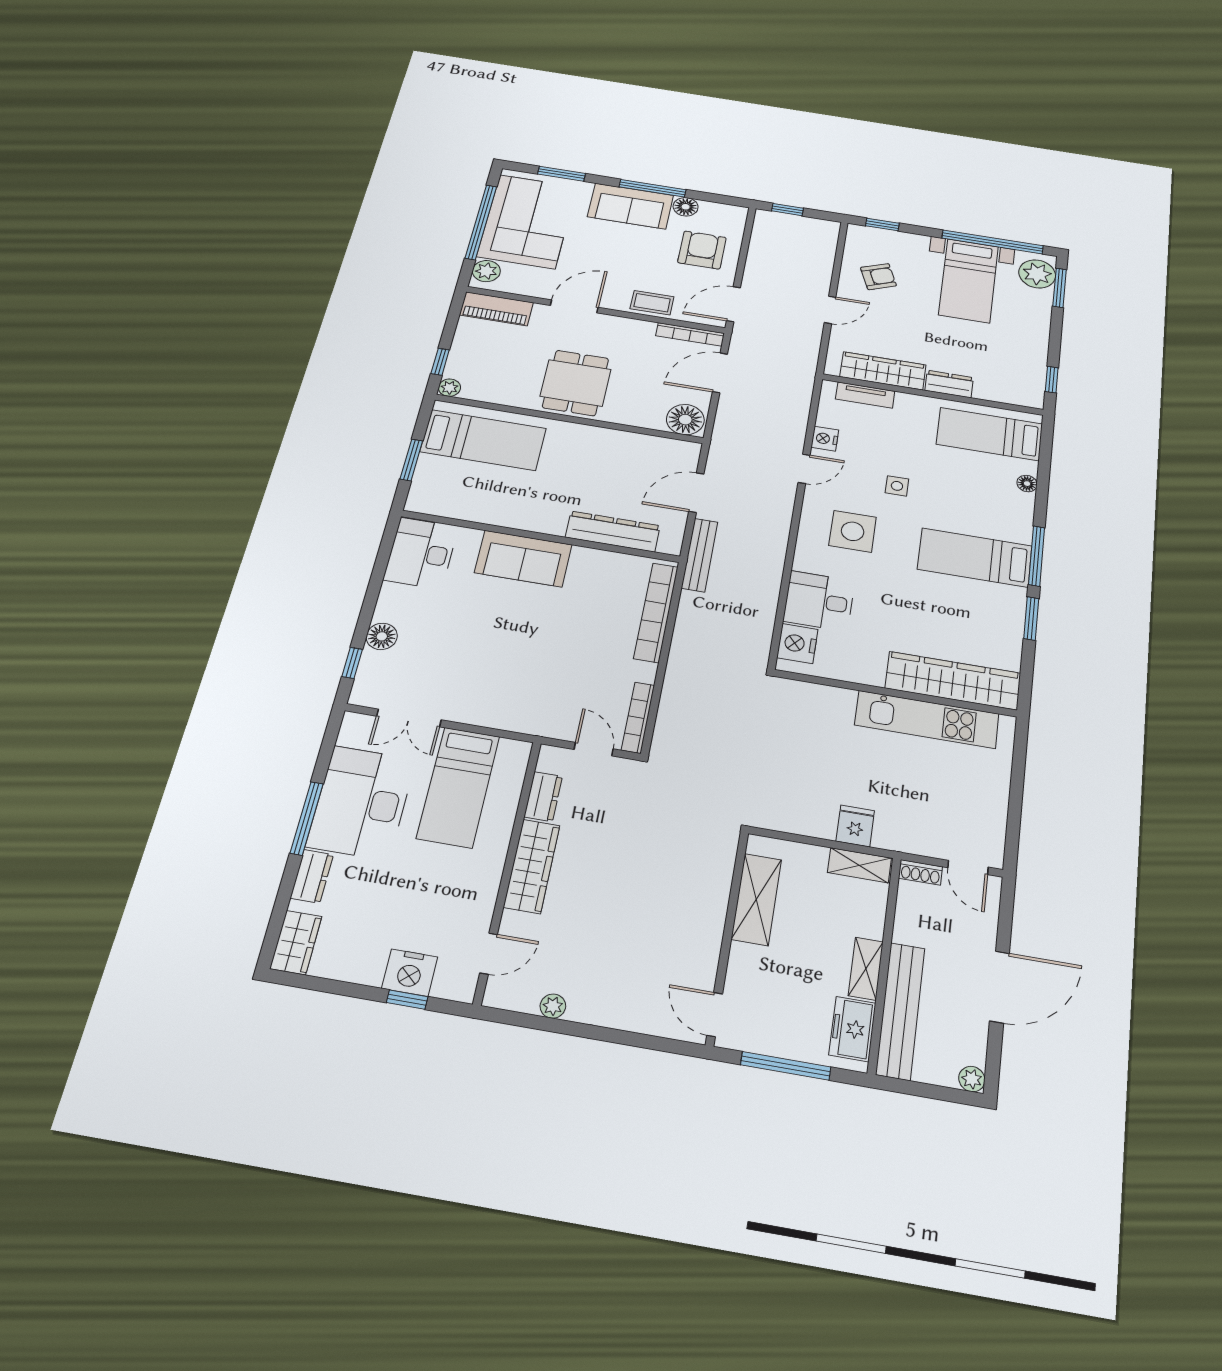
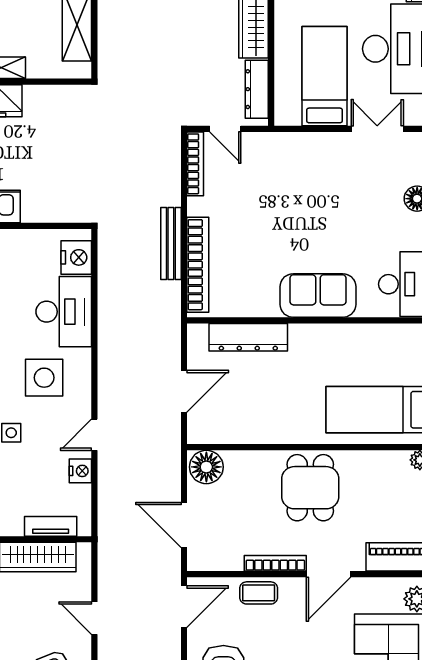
door: (830, 310) -> (94, 618), hinge flipped
bookcase: (690, 334) -> (275, 563), moved
door: (720, 373) -> (184, 525), swing flipped
bench: (700, 555) -> (171, 243), moved
desk: (819, 601) -> (64, 312), width x1.37
dresser: (543, 797) -> (257, 89), width x1.44

